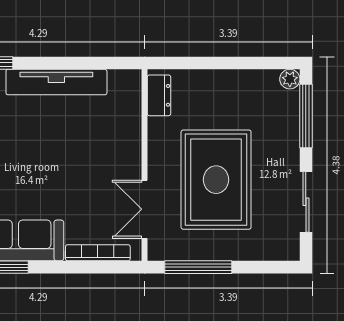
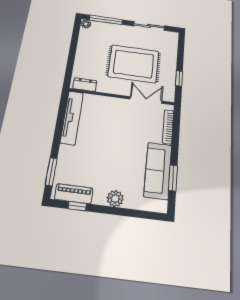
tv unit: (56, 82) -> (72, 118), moved
double door: (145, 209) -> (146, 100), swing flipped
window: (198, 267) -> (179, 78), width x0.46

